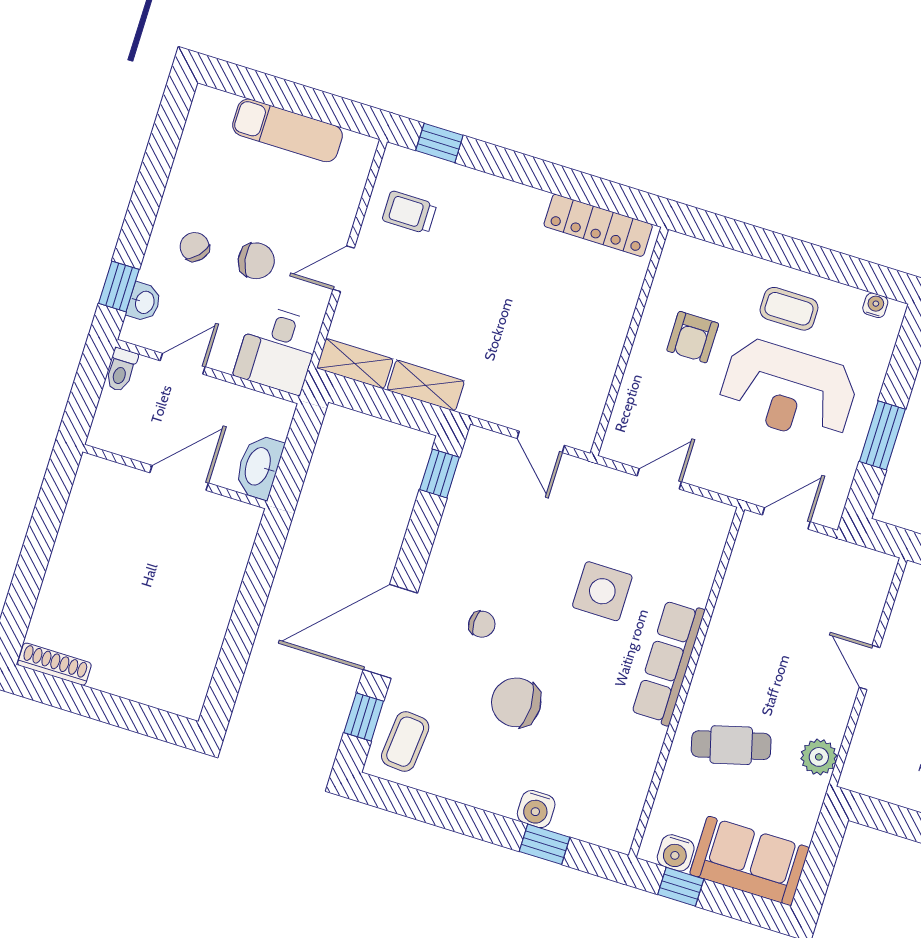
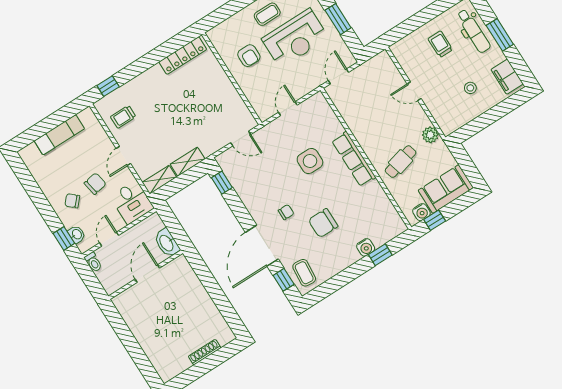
shoe rack: (54, 664) -> (205, 352), moved

